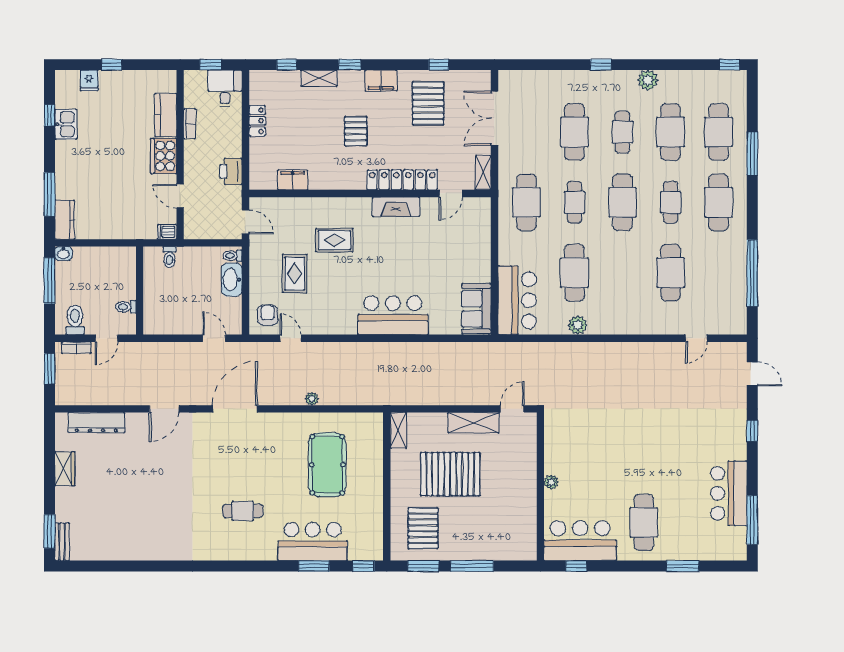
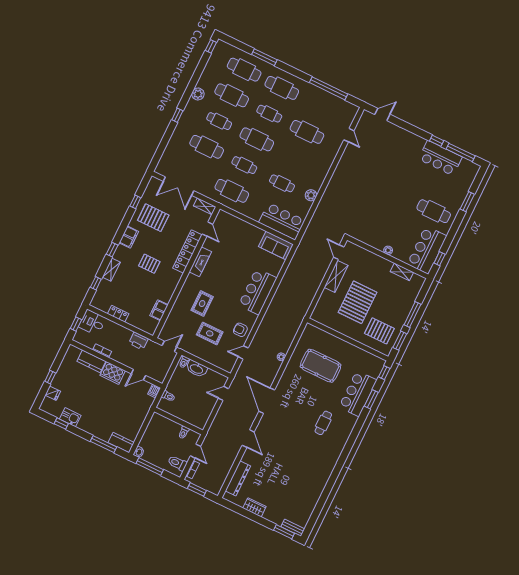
cafe table: (574, 273) -> (282, 183), width x0.73, depth x0.74
armchair: (268, 315) -> (240, 330), moved
shelving: (398, 430) -> (402, 272), moved
window: (752, 431) -> (437, 141), moved

